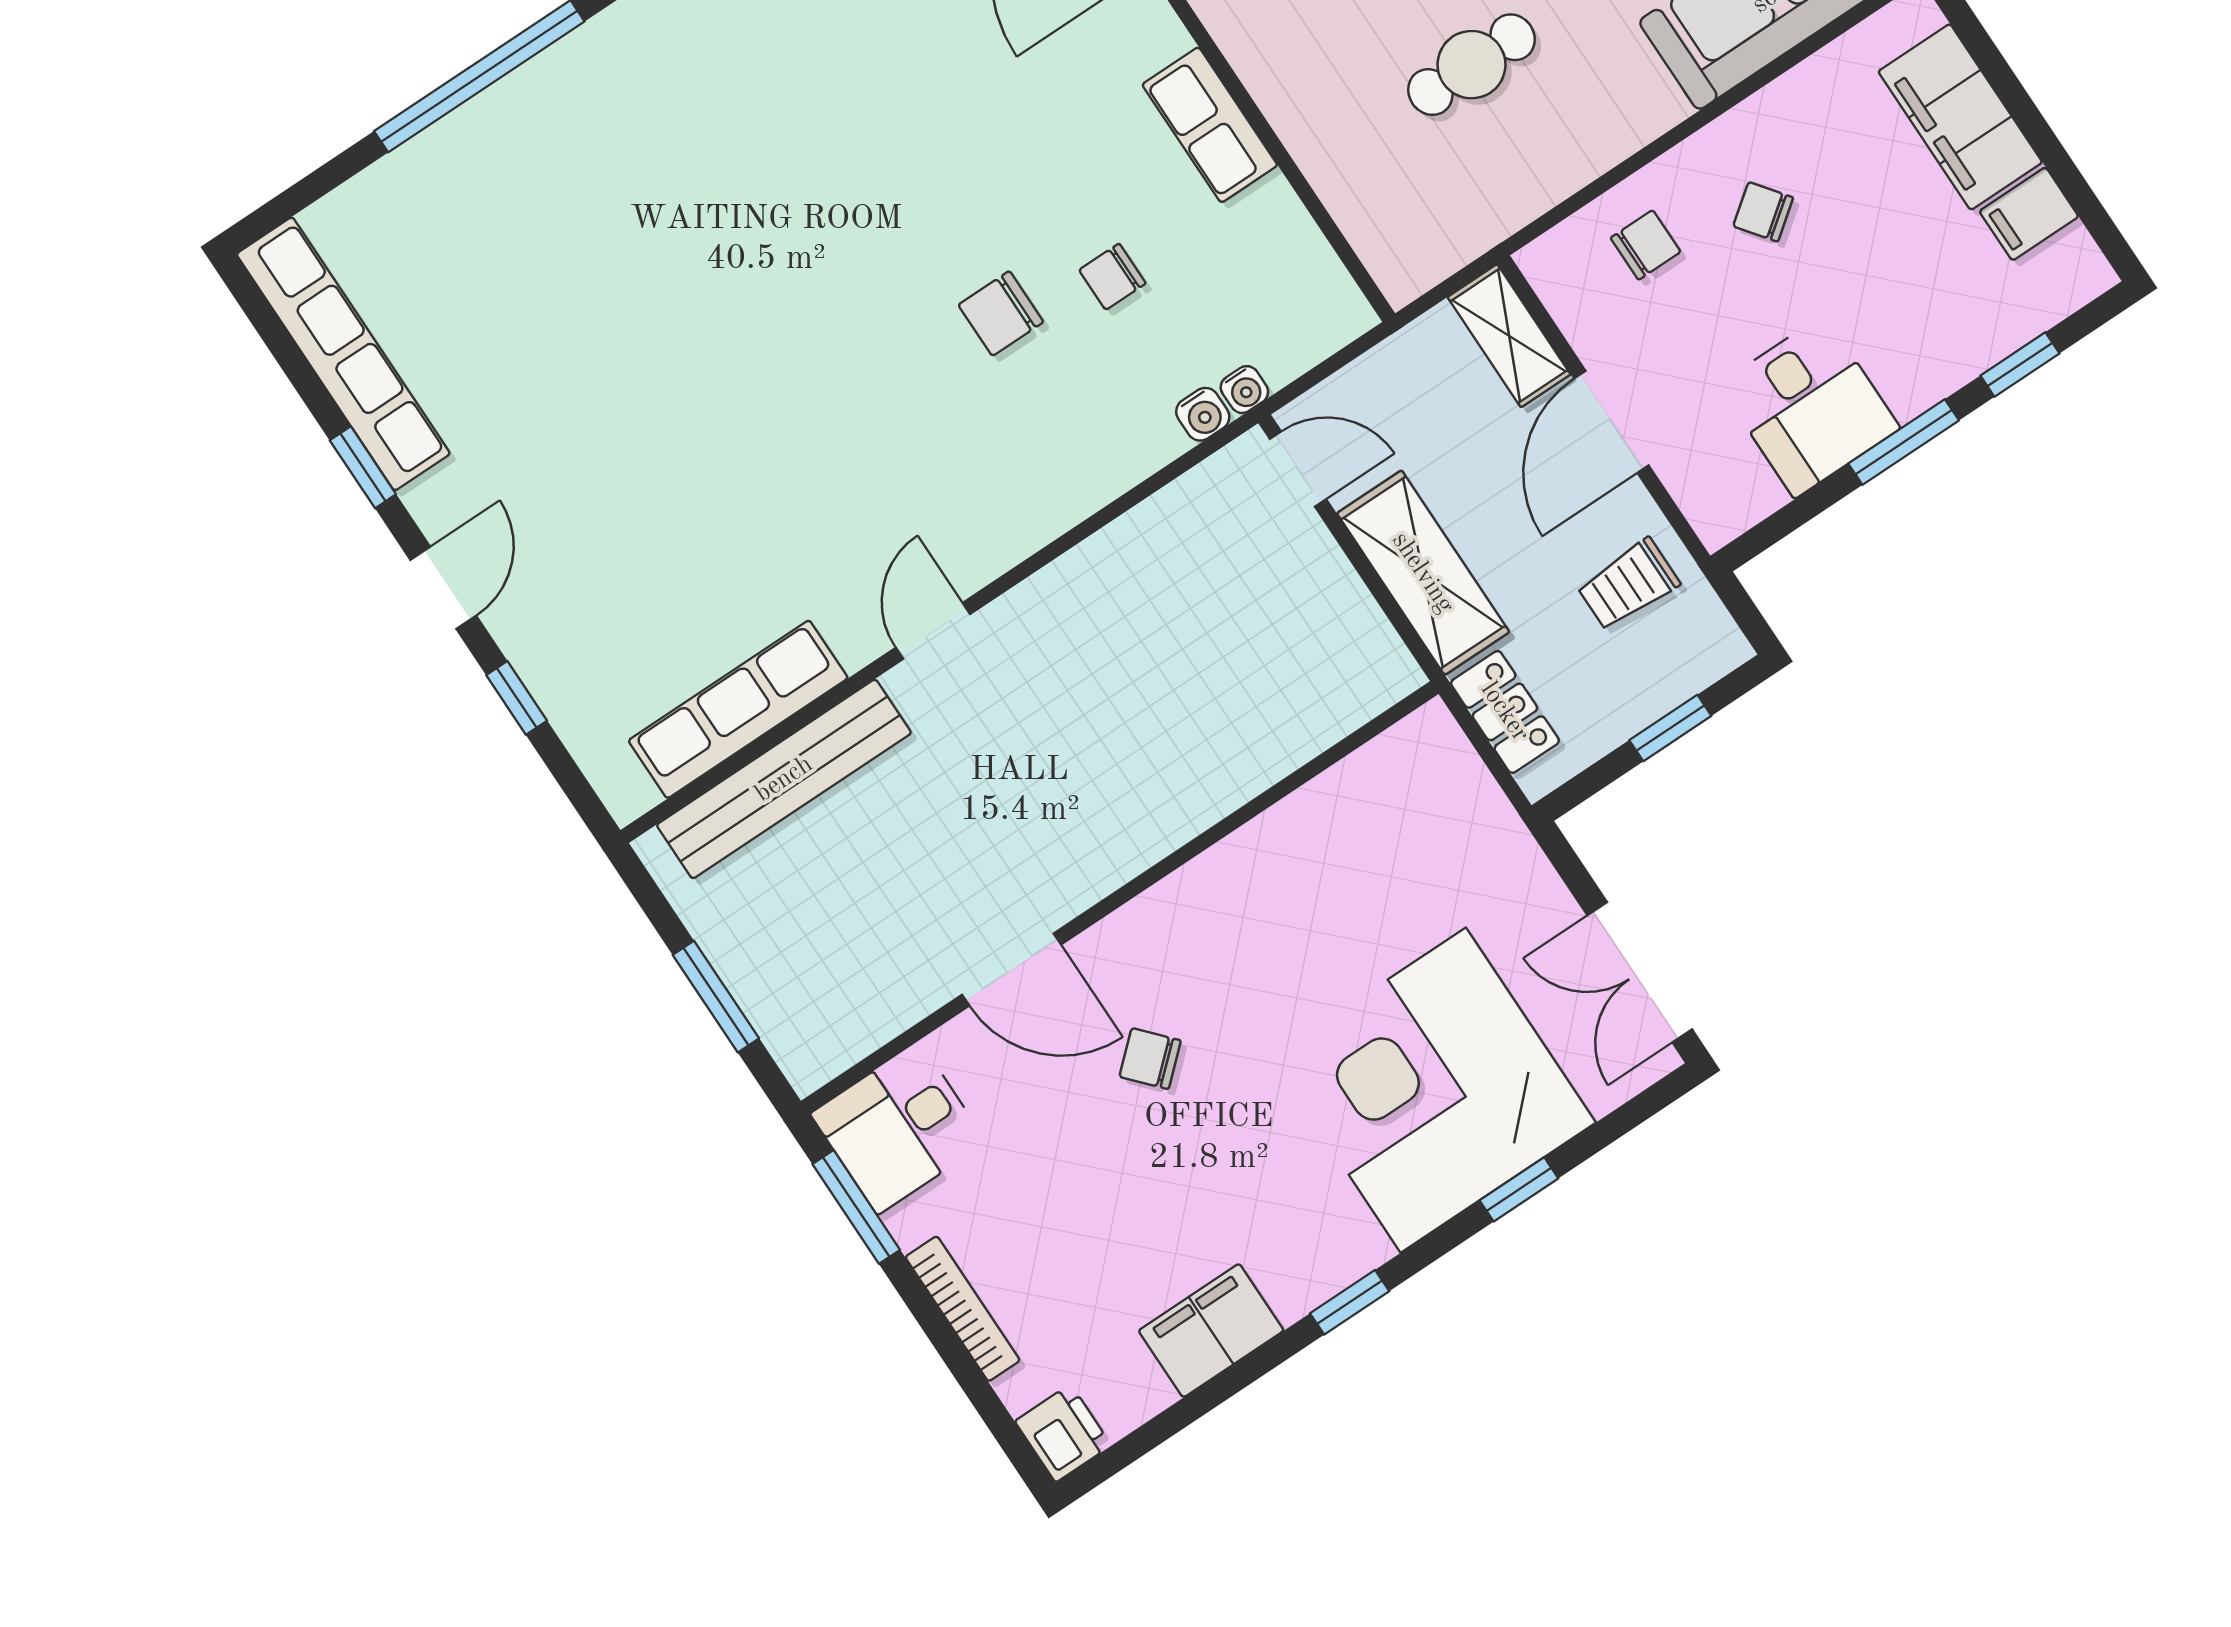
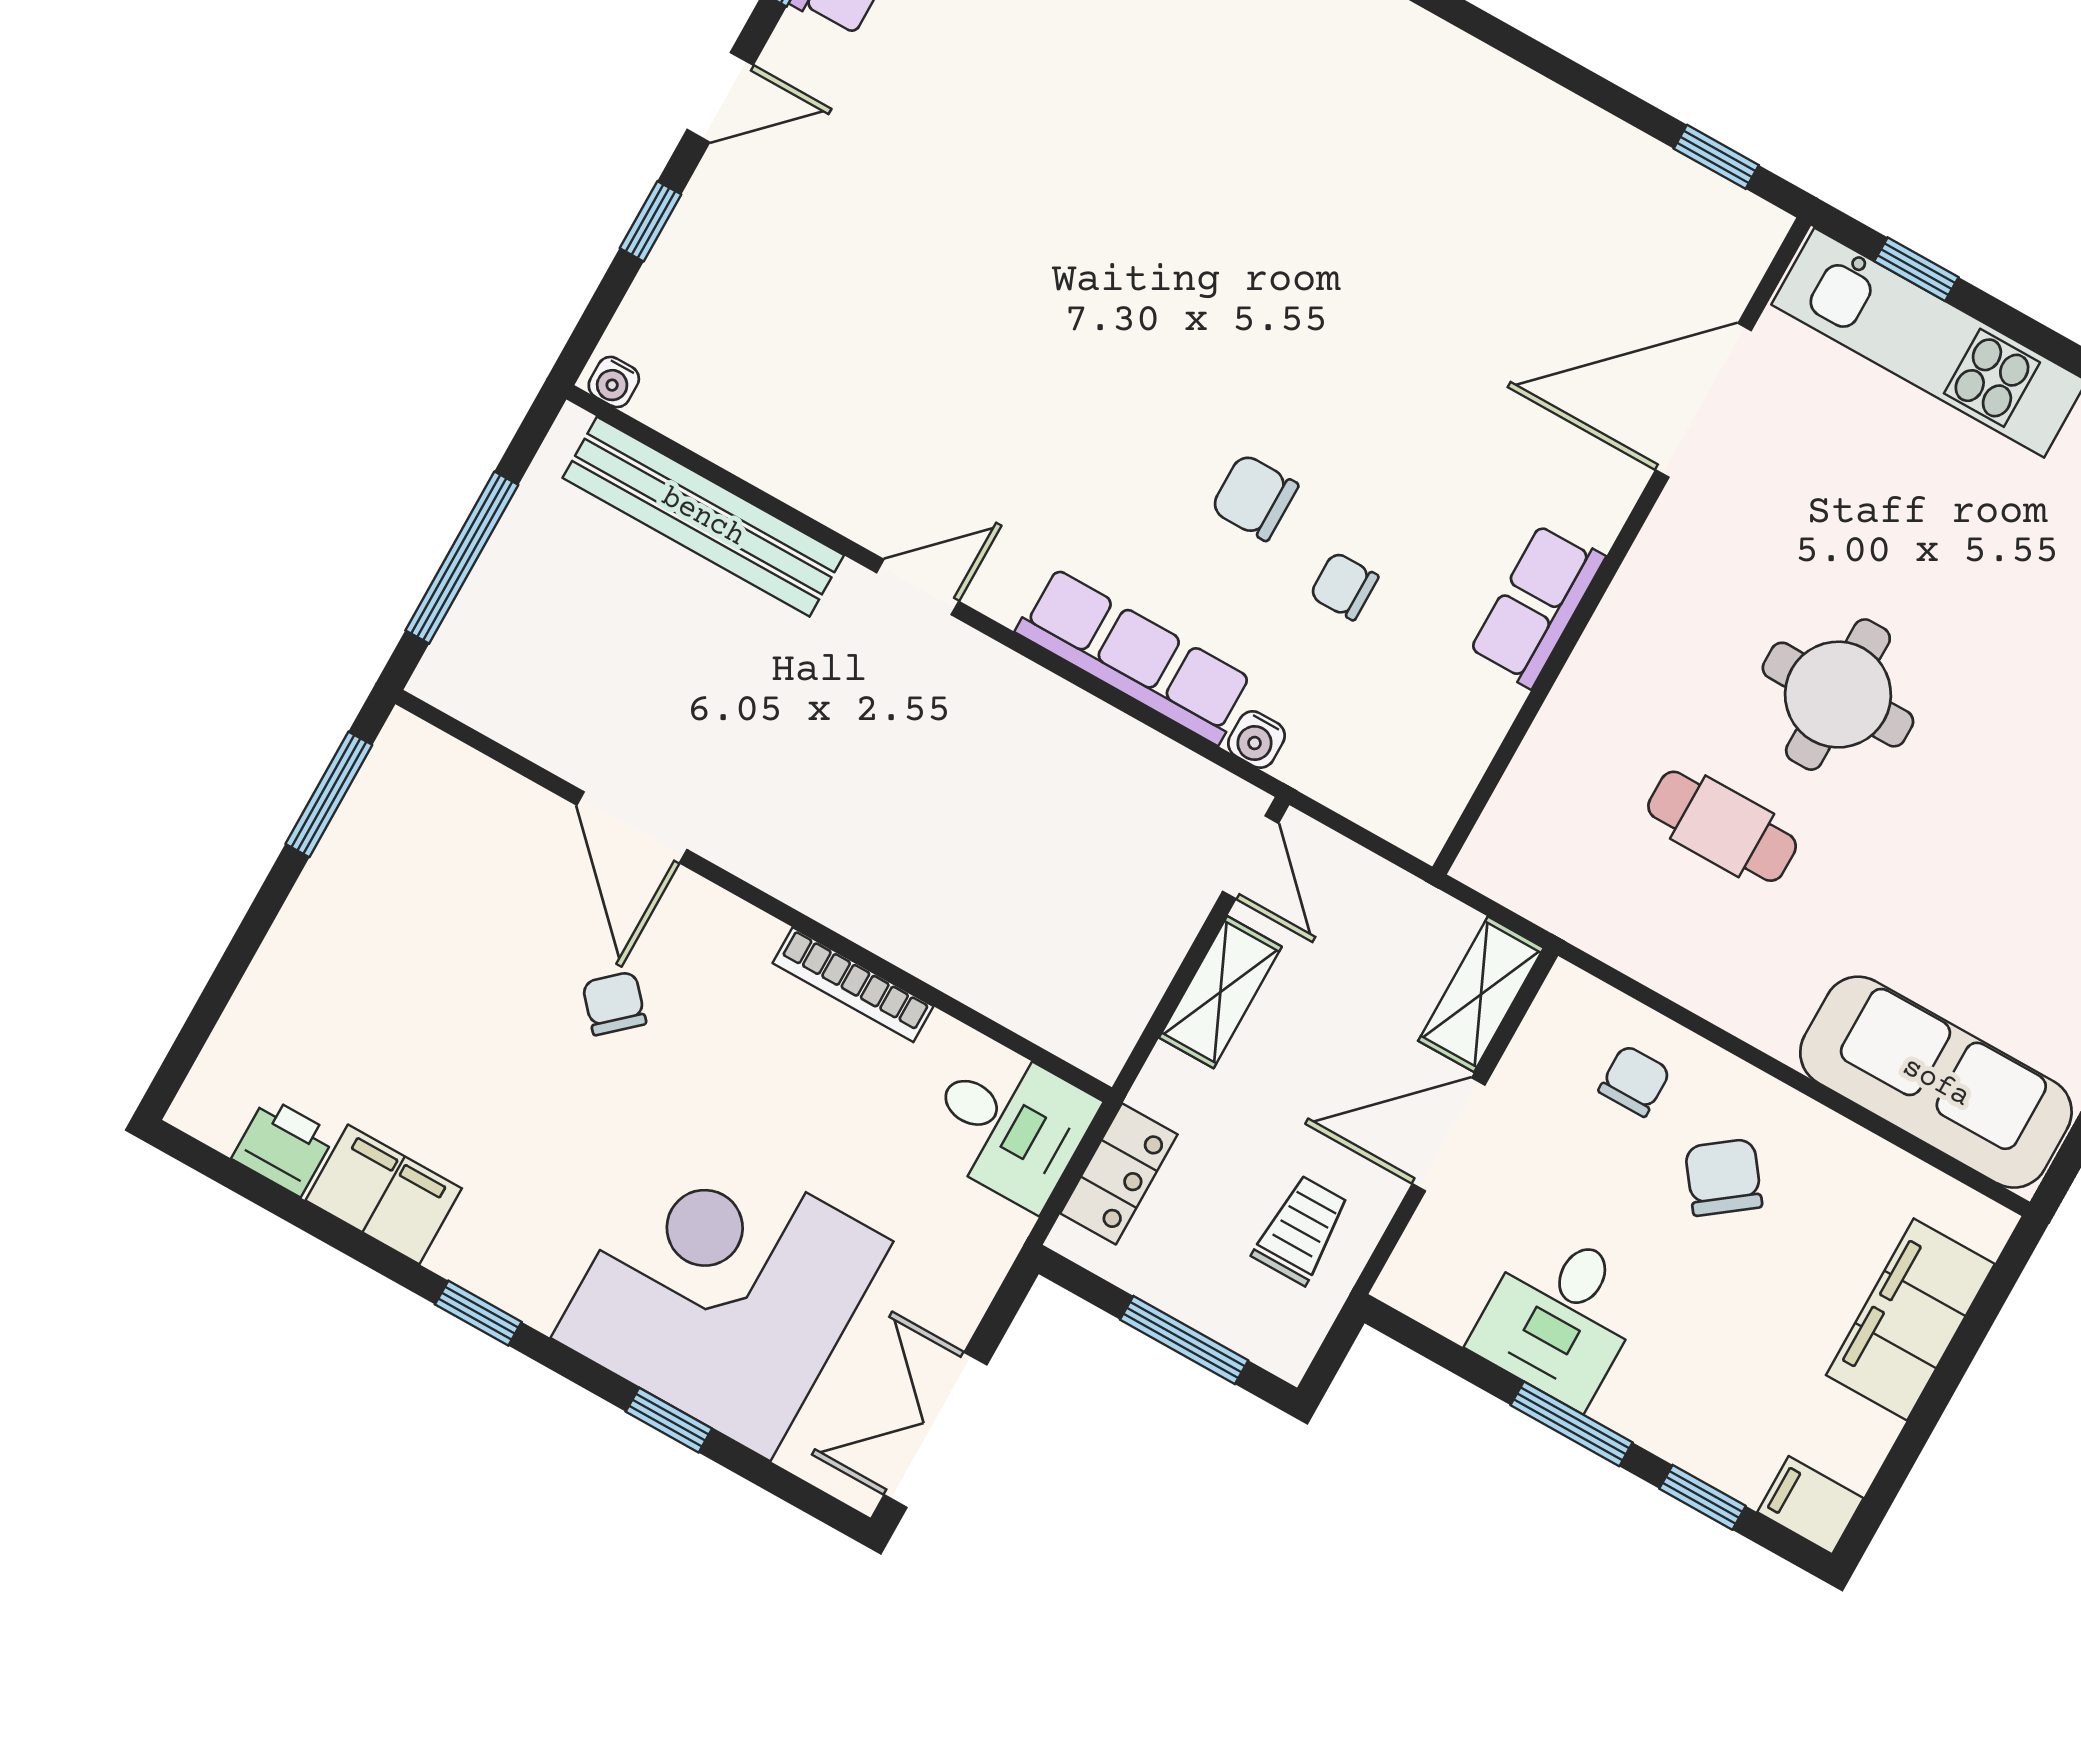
chair: (1763, 212) -> (1723, 1177), width x1.37, depth x1.37
filing cabinet: (2029, 214) -> (1810, 1505), moved
chair: (1646, 245) -> (1634, 1081), turned -90
water cooler: (1244, 390) -> (614, 382), moved
shelving: (1423, 573) -> (1220, 992), width x0.67, depth x0.75
trolley: (1628, 584) -> (1301, 1230), turned 90
row of seats: (738, 709) -> (1135, 656), moved
window: (1670, 728) -> (1184, 1340), width x1.50
window: (716, 997) -> (462, 558), width x1.44
desk: (898, 1128) -> (1010, 1124), moved, turned 180
bookcase: (963, 1309) -> (853, 985), moved, turned 90
printer: (1063, 1433) -> (284, 1146), moved, turned -90

